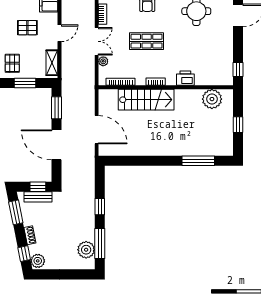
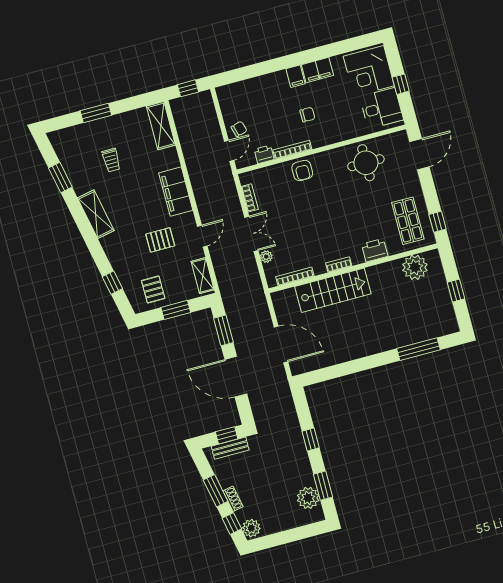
shop shelf: (147, 41) -> (408, 221), moved, turned 90
window: (16, 212) -> (216, 491), moved
window: (100, 243) -> (323, 486), width x0.69

